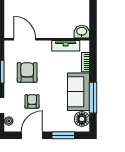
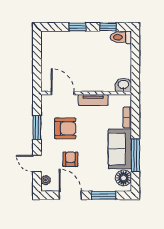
tv unit: (66, 46) -> (93, 100), moved
armchair: (27, 72) -> (65, 128), turned 90
door: (32, 135) -> (70, 195), hinge flipped

